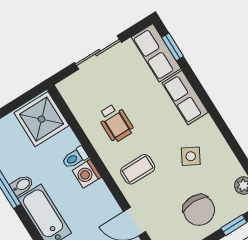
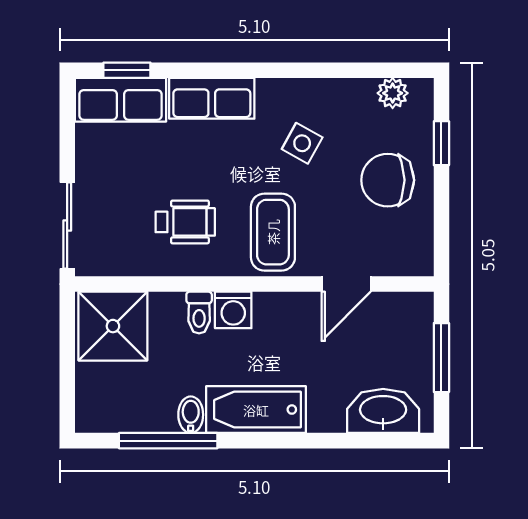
sliding door: (98, 53) -> (67, 226), moved
coffee table: (138, 169) -> (273, 232), width x1.36, depth x1.30
chair: (199, 210) -> (388, 180), turned 180

